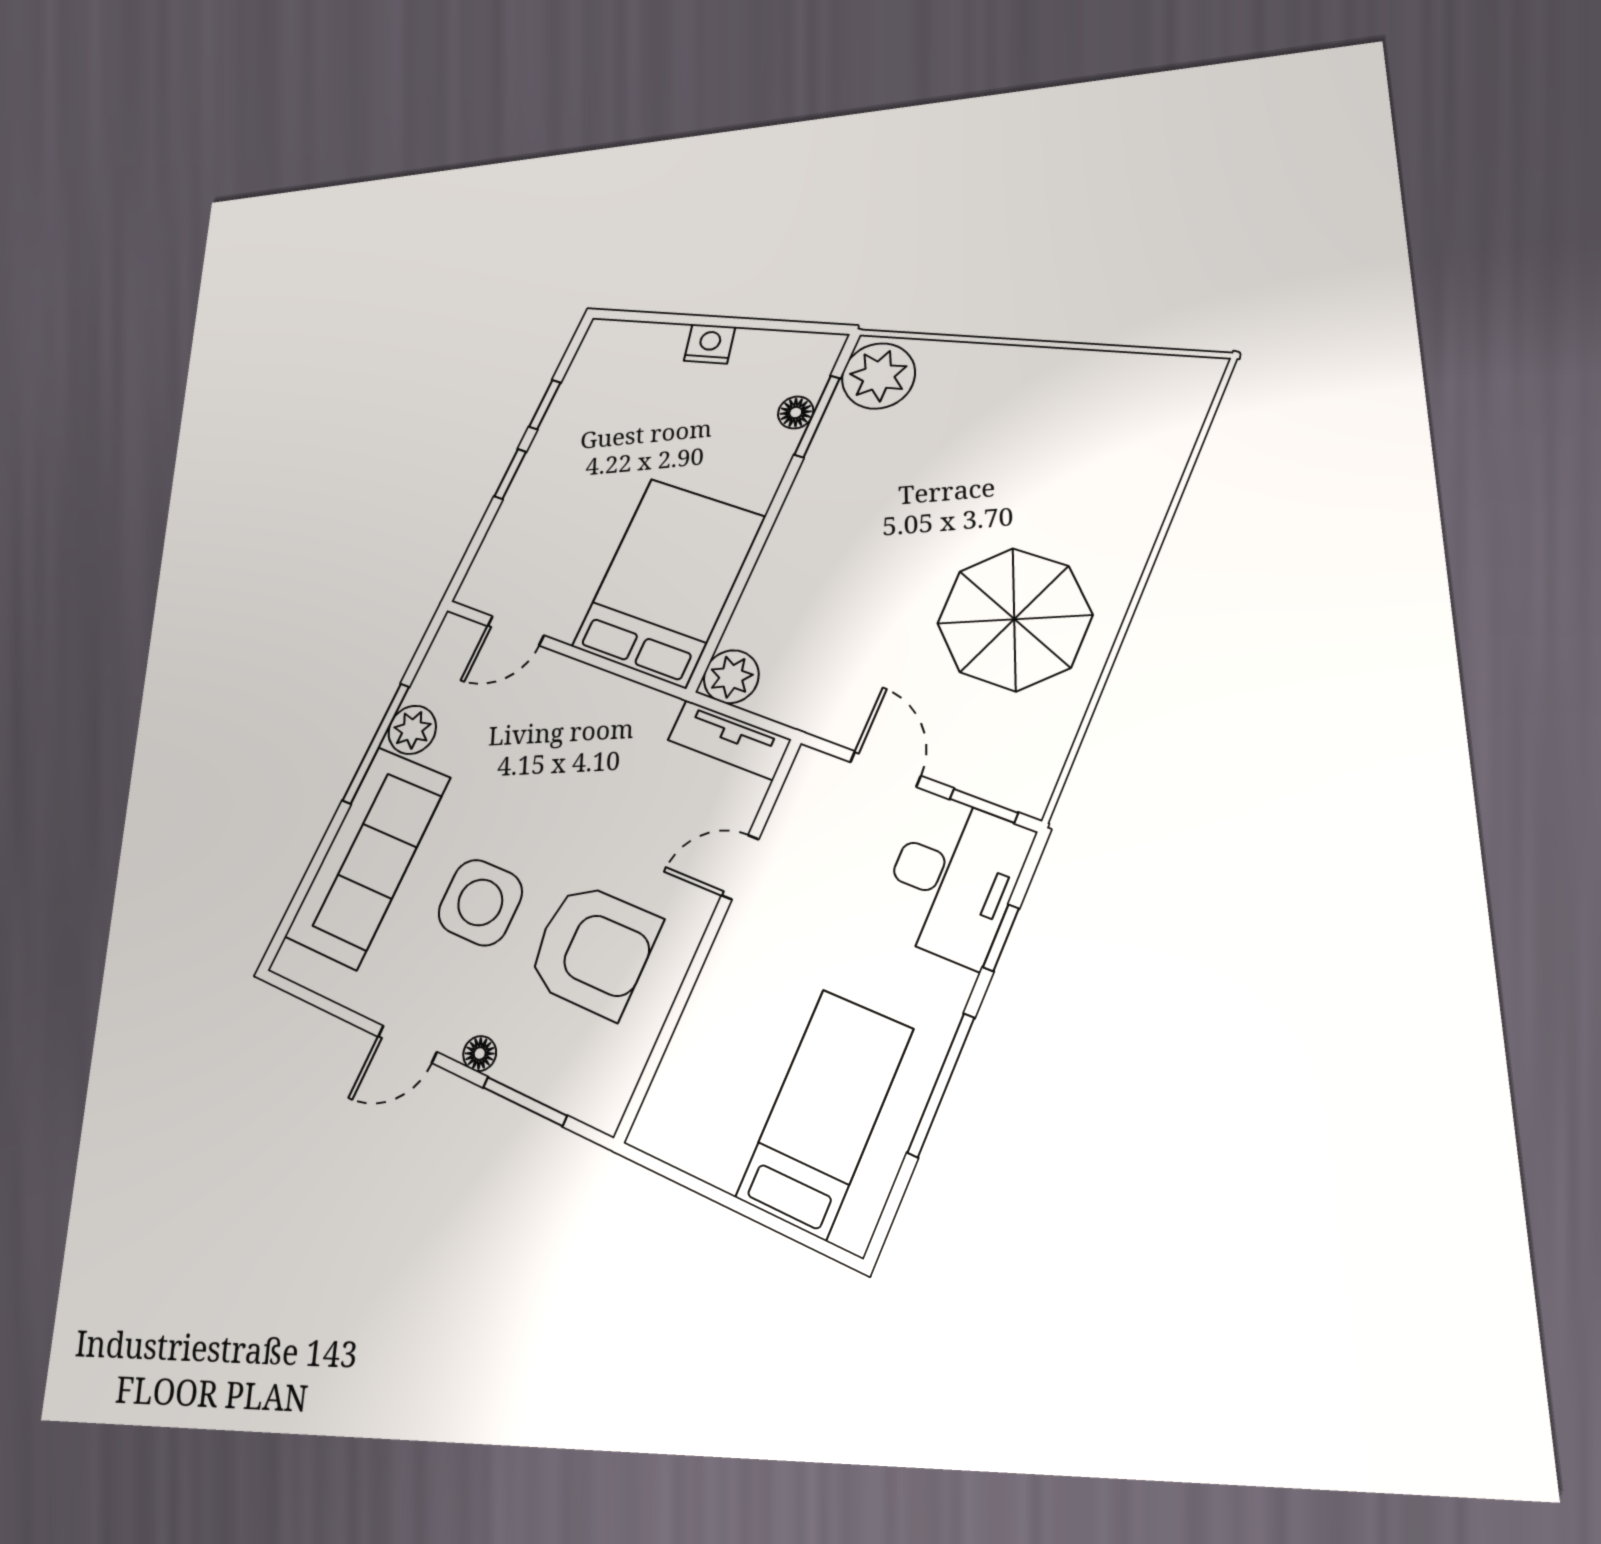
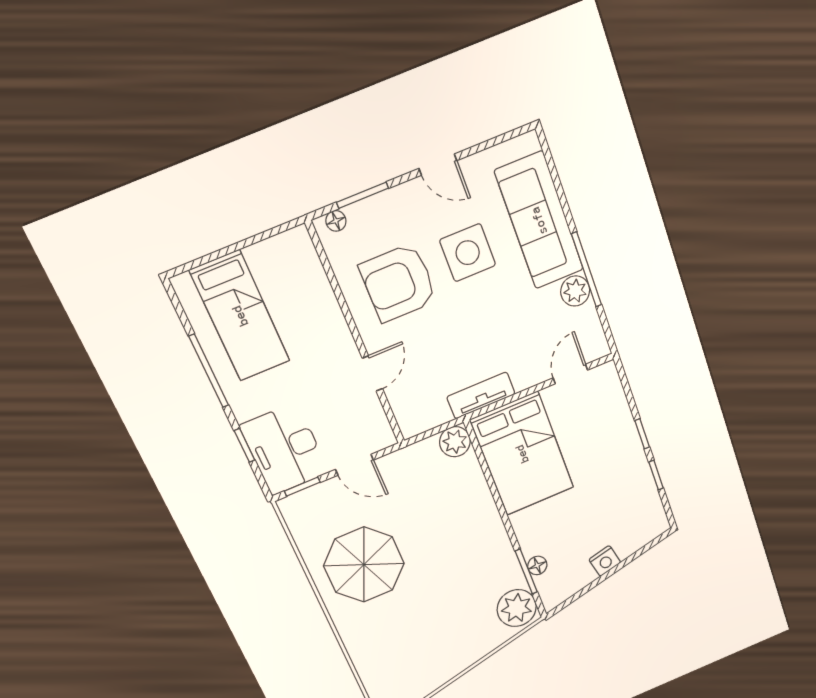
tv unit: (729, 740) -> (481, 396), moved
door: (407, 1044) -> (438, 165), swing flipped
floor lamp: (480, 1054) -> (336, 221), moved

